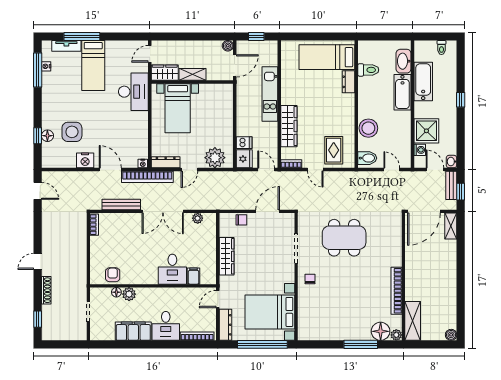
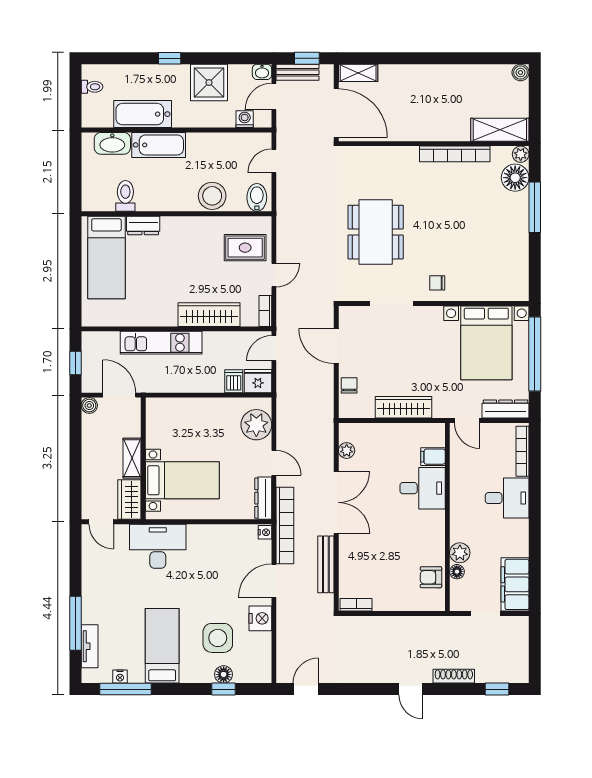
bed: (93, 65) -> (162, 646), moved, turned -90
shower: (426, 131) -> (209, 83), moved
filing cabinet: (133, 331) -> (515, 584), moved

